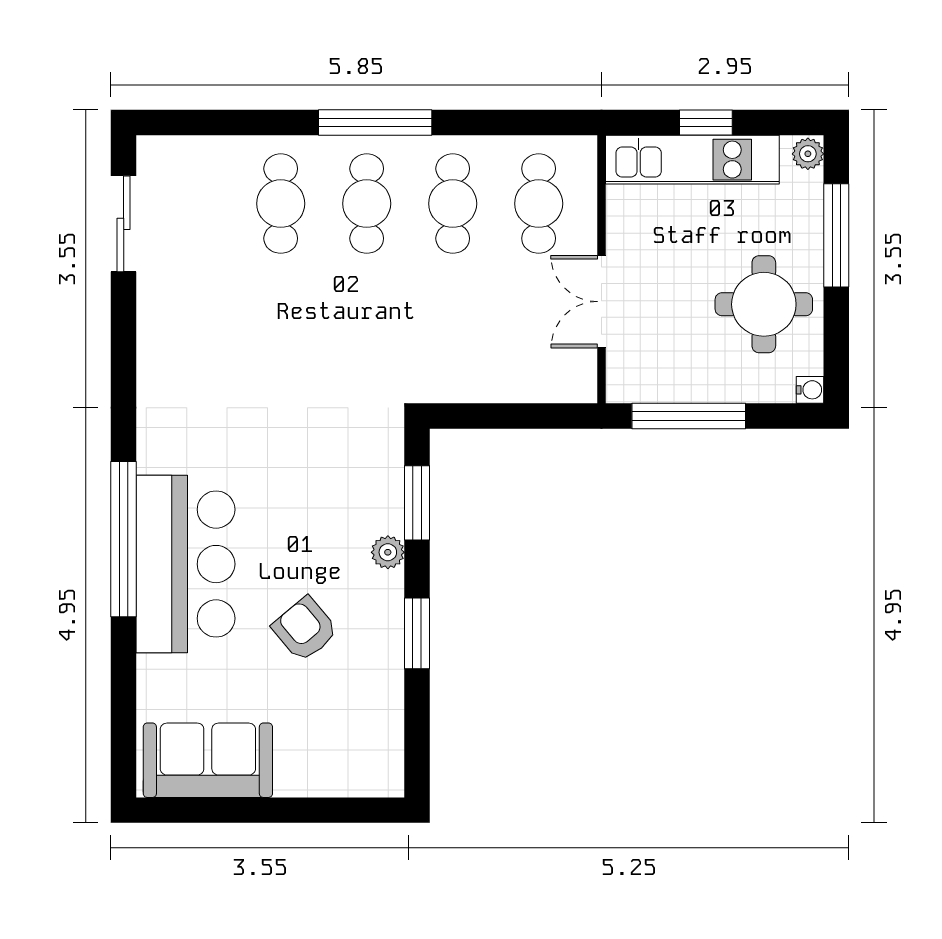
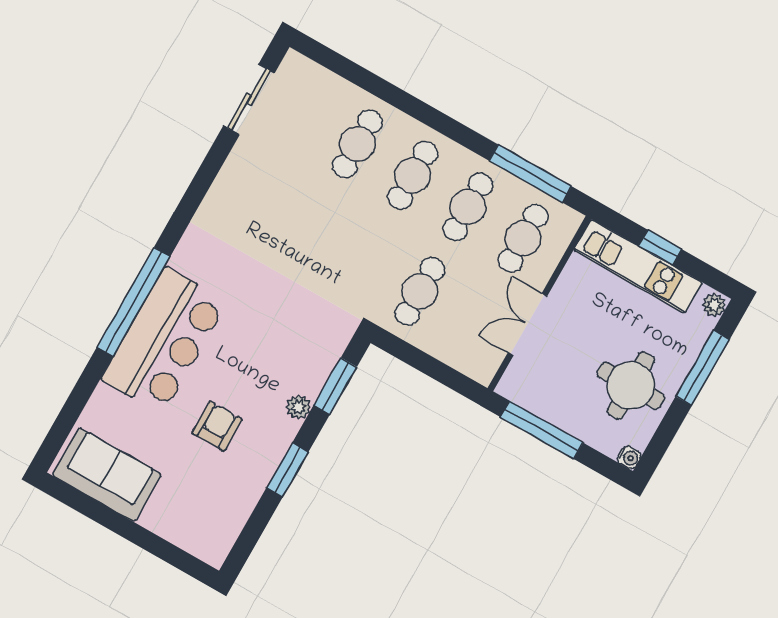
window: (375, 123) -> (530, 173), moved
cafe table: (453, 335) -> (420, 291), added
armchair: (305, 629) -> (217, 426), turned 40

